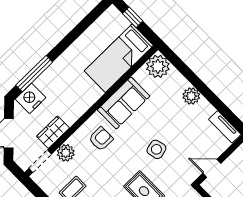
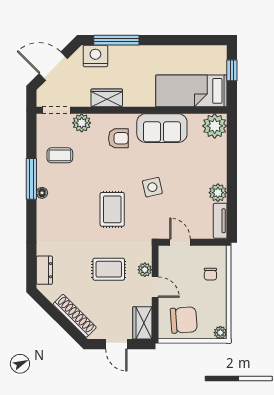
plant: (191, 96) -> (218, 193), moved
wardrobe: (53, 132) -> (107, 98), moved

